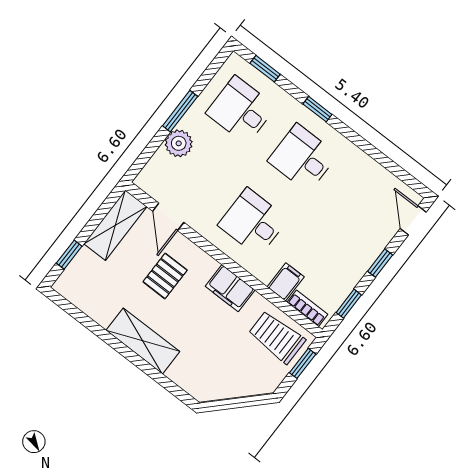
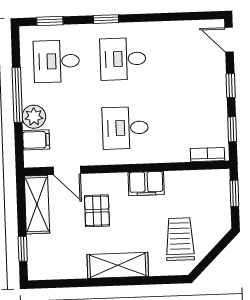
window: (180, 111) -> (17, 95), width x1.44
filing cabinet: (286, 282) -> (36, 140), moved, turned 90
trolley: (277, 337) -> (180, 239), moved, turned 90

